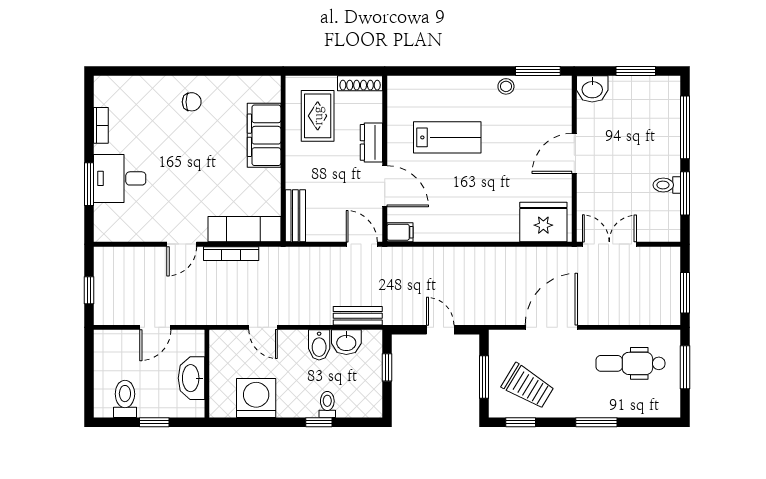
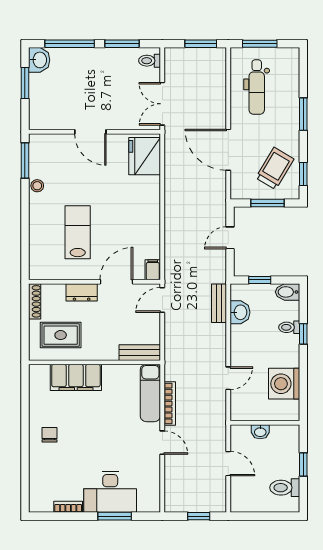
washbasin: (592, 89) -> (39, 60), moved
desk: (120, 178) -> (110, 492), width x1.37
toilet: (667, 185) -> (150, 61), moved, turned 90
bidet: (319, 345) -> (288, 292), moved, turned 180
washbasin: (191, 378) -> (260, 432), width x0.52, depth x0.69

